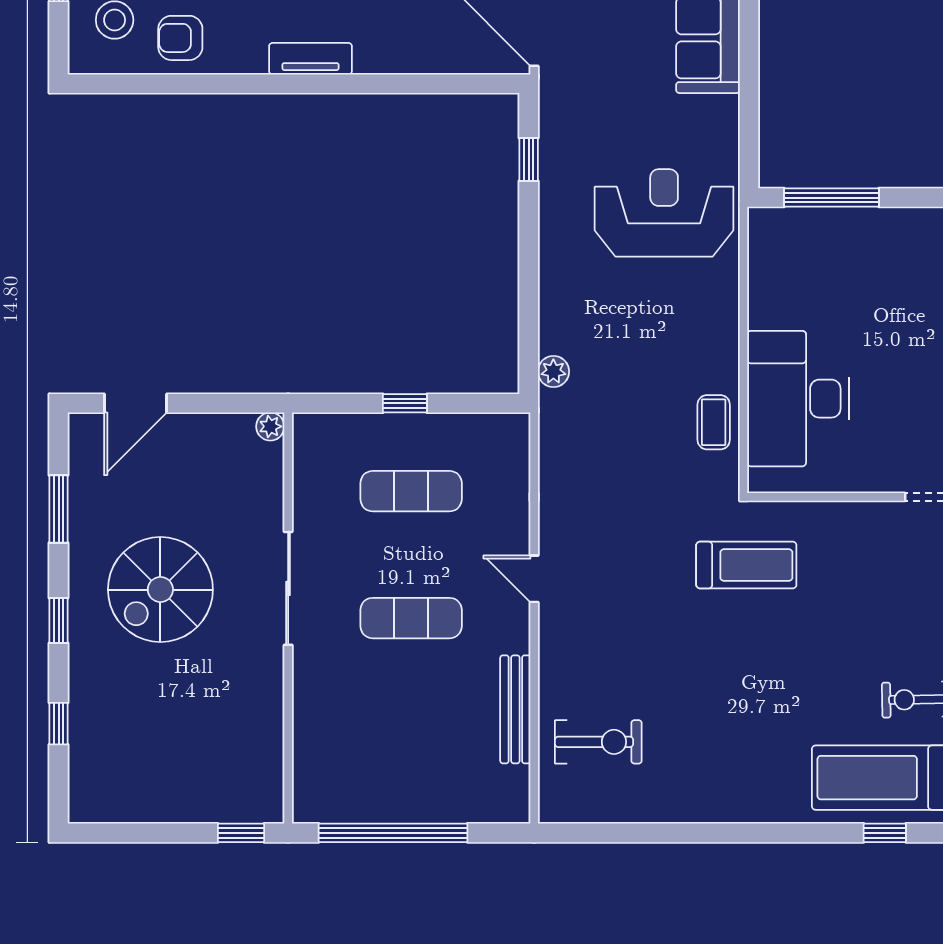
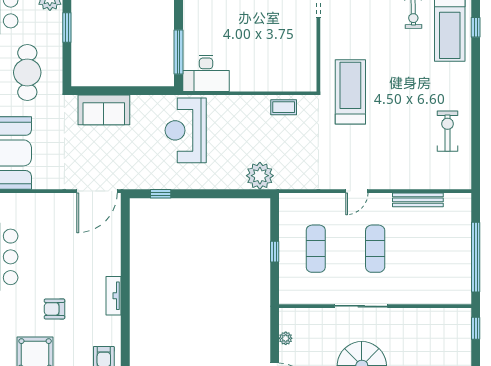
plant: (553, 371) -> (260, 176), width x1.88, depth x1.88
desk: (798, 399) -> (206, 73), moved, width x0.73, depth x0.77
plant: (270, 426) -> (286, 338), moved
treadmill: (746, 565) -> (350, 92), width x1.37, depth x1.38
exercise bike: (598, 742) -> (448, 131), moved

